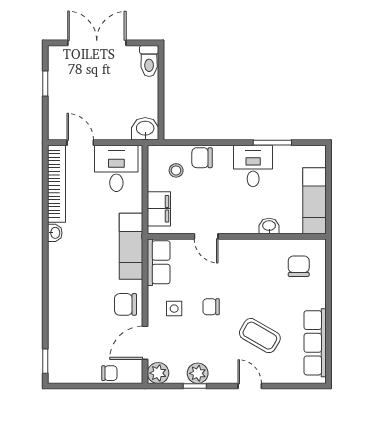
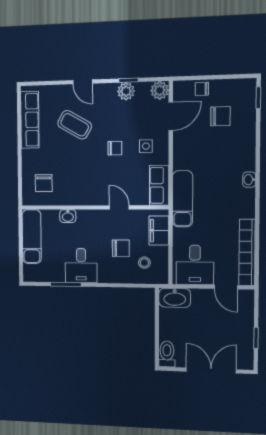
double door: (97, 43) -> (211, 370), swing flipped
washbasin: (145, 129) -> (175, 298), width x1.38
chair: (202, 158) -> (121, 248), moved
washbasin: (55, 233) -> (249, 180), moved
chair: (125, 304) -> (220, 116), moved

